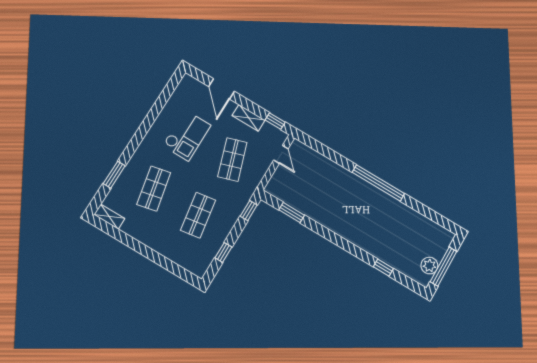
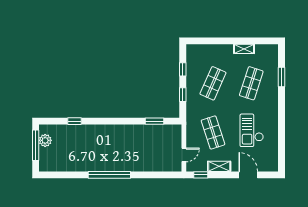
door: (281, 154) -> (184, 155), swing flipped
shop shelf: (154, 188) -> (251, 83), turned 30
window: (249, 211) -> (183, 95), moved
shop shelf: (198, 215) -> (213, 83), turned 33
shelving: (109, 217) -> (244, 49), moved

